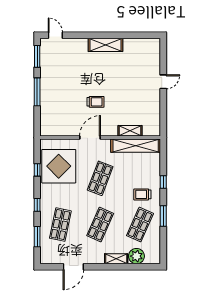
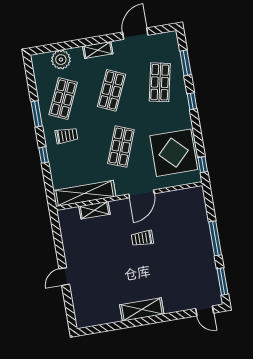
window: (37, 170) -> (203, 165), moved
shelving: (116, 259) -> (98, 50), moved

